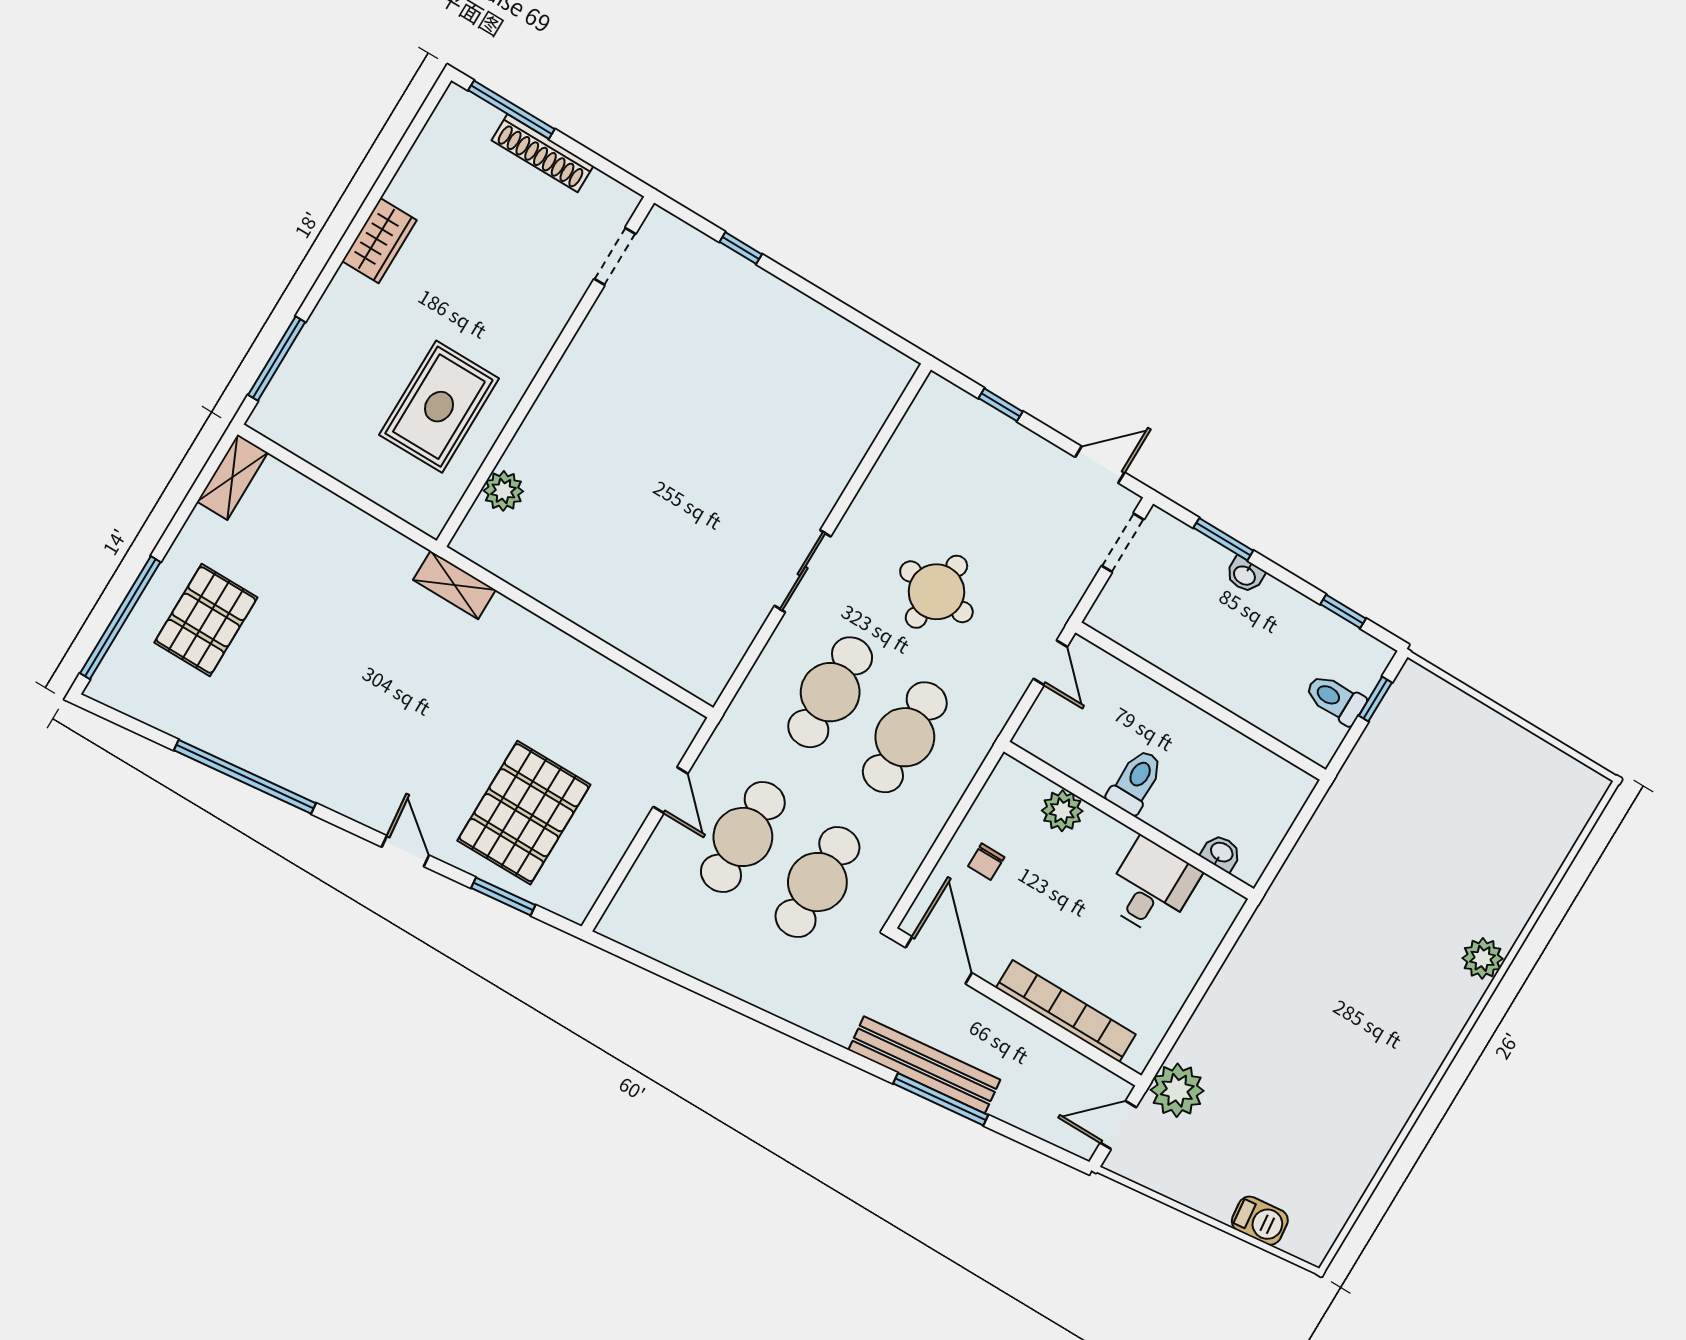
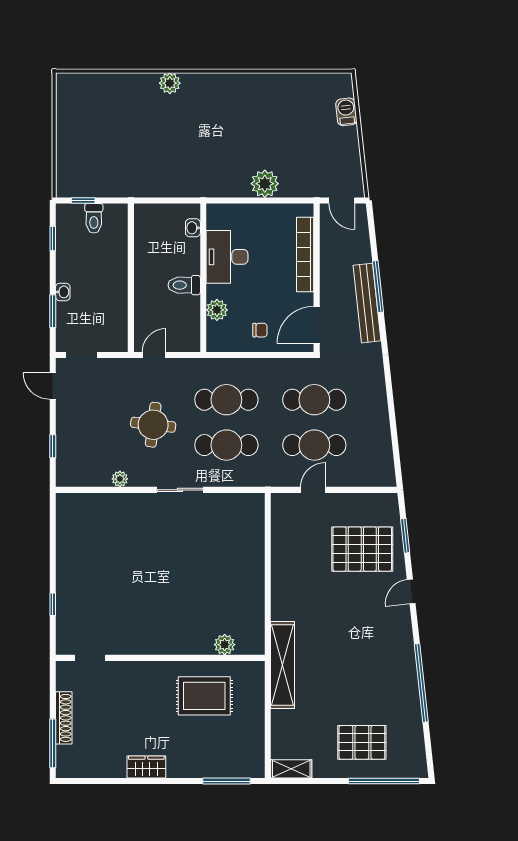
plant: (880, 483) -> (120, 479), added
shelving: (454, 585) -> (283, 665), width x2.20, depth x1.33
desk: (1151, 887) -> (227, 257), width x1.37
plant: (1177, 1090) -> (265, 184), moved

